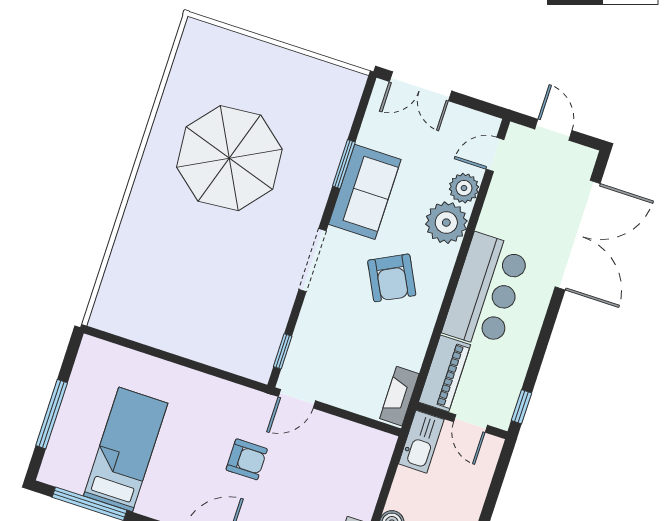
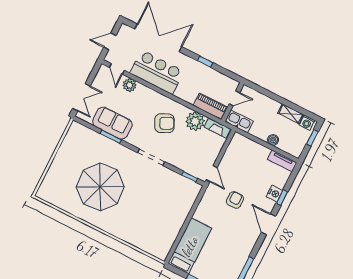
sofa: (365, 192) -> (112, 123), moved
plant: (446, 223) -> (195, 121), moved
bar counter: (486, 291) -> (157, 72), moved
window: (522, 407) -> (205, 62), moved
bed: (126, 449) -> (190, 246), moved, turned 90

